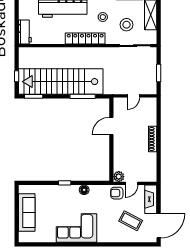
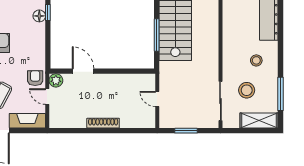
locker: (85, 38) -> (229, 38), removed
door: (111, 126) -> (83, 71), moved
floor lamp: (84, 190) -> (39, 16), moved

